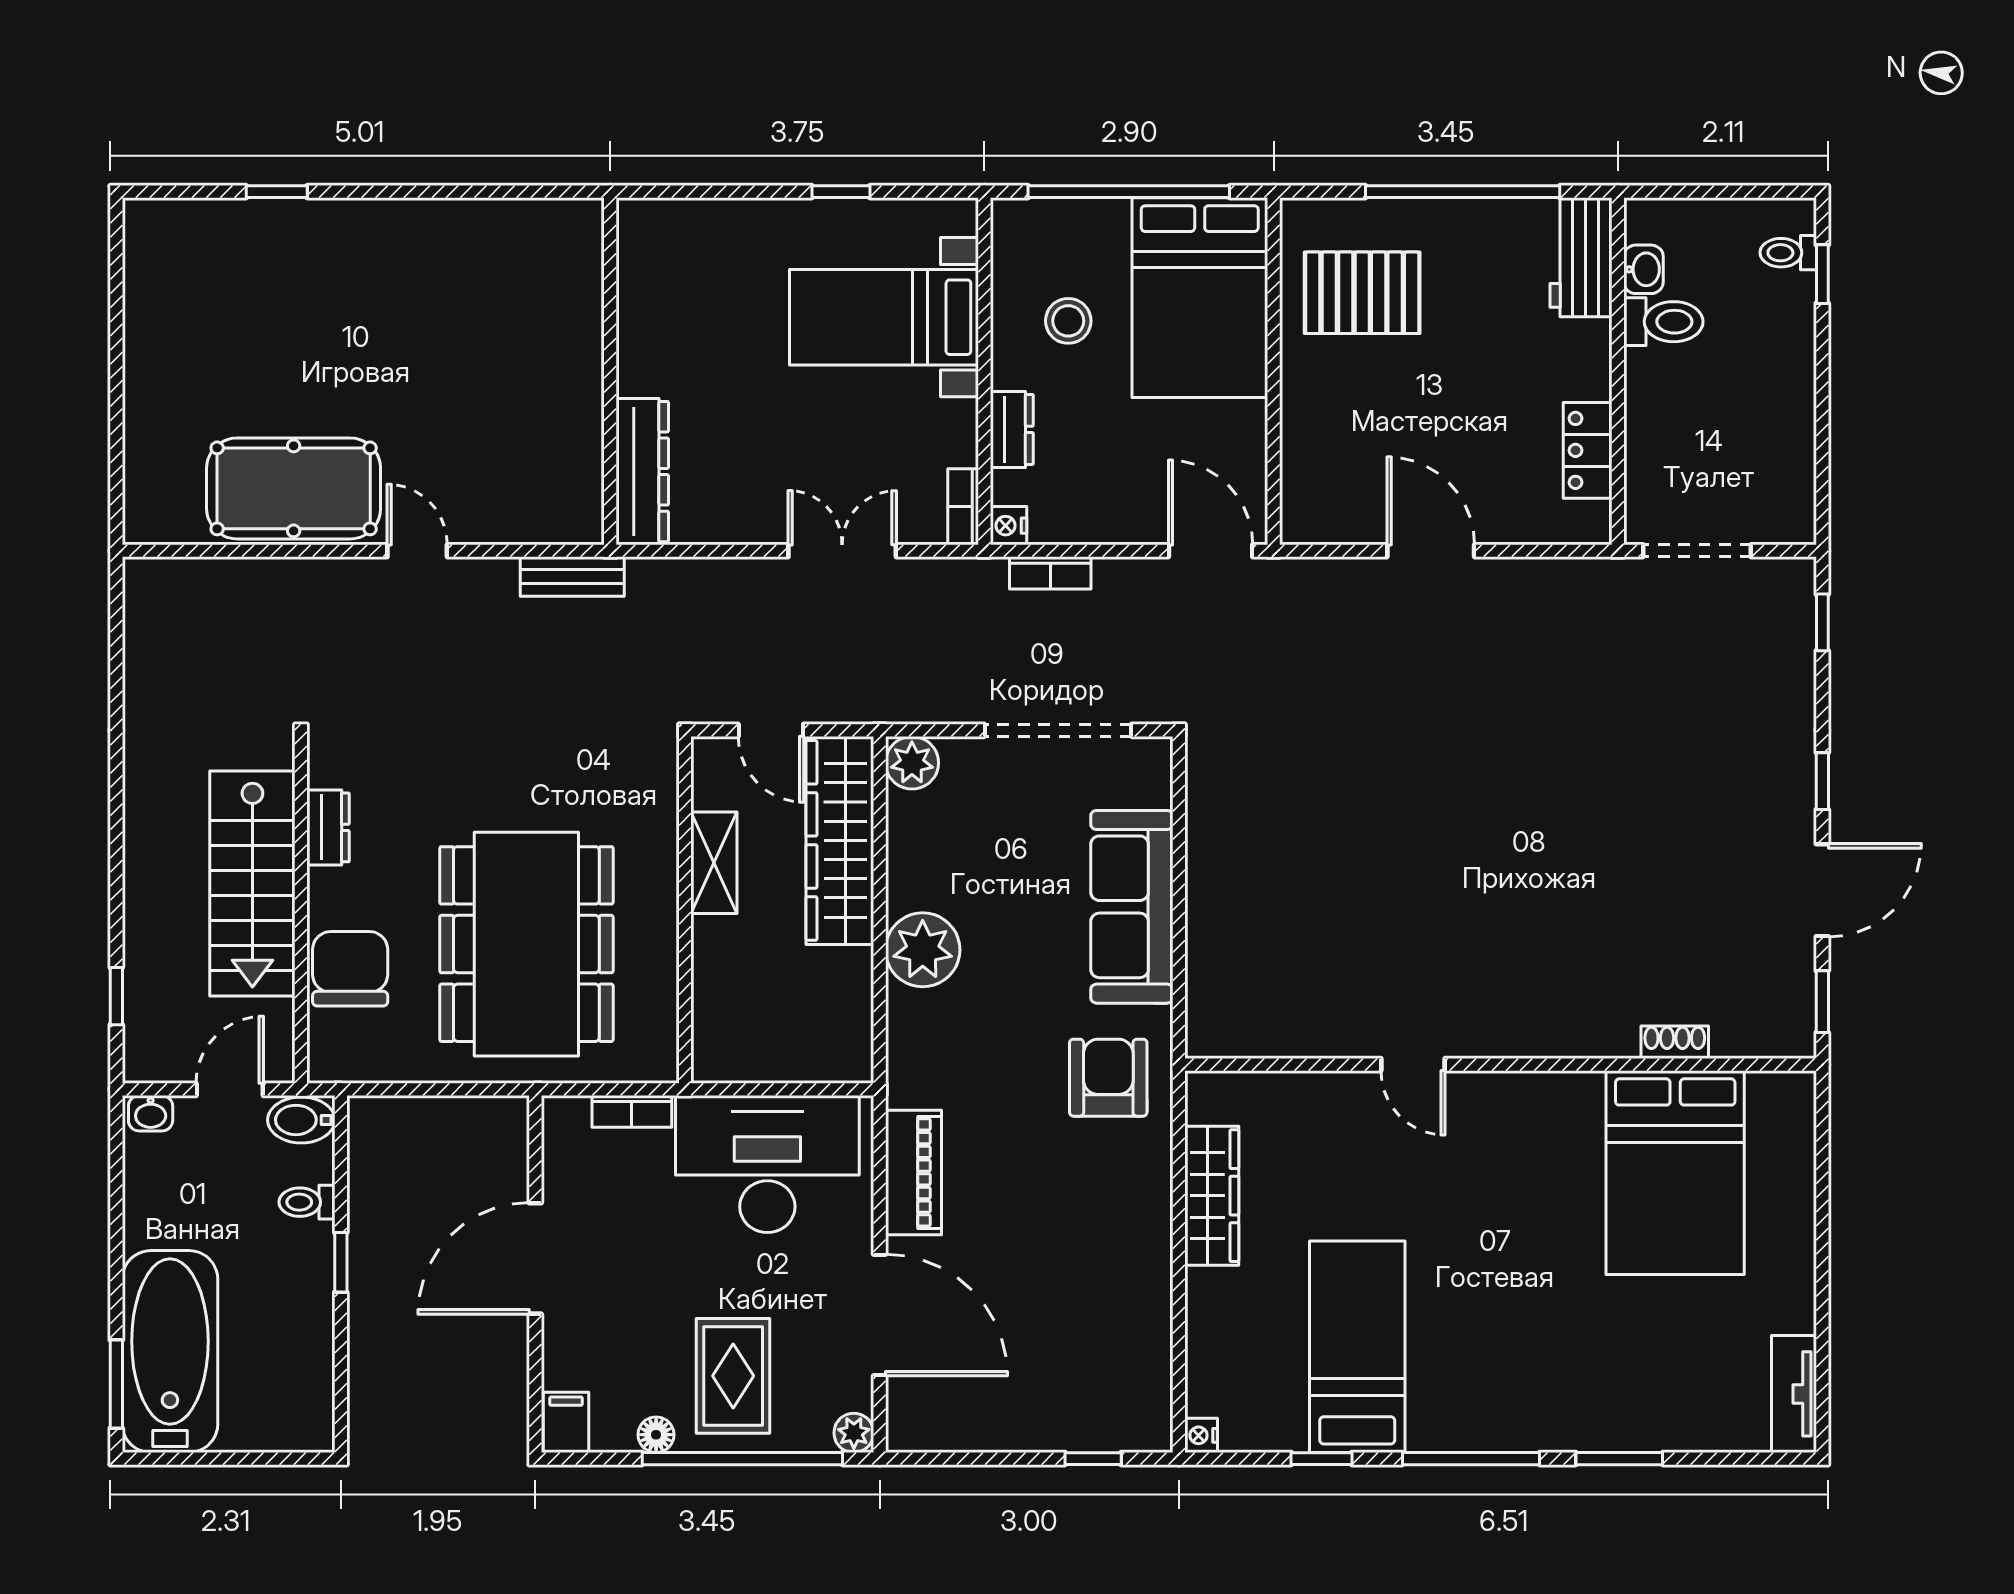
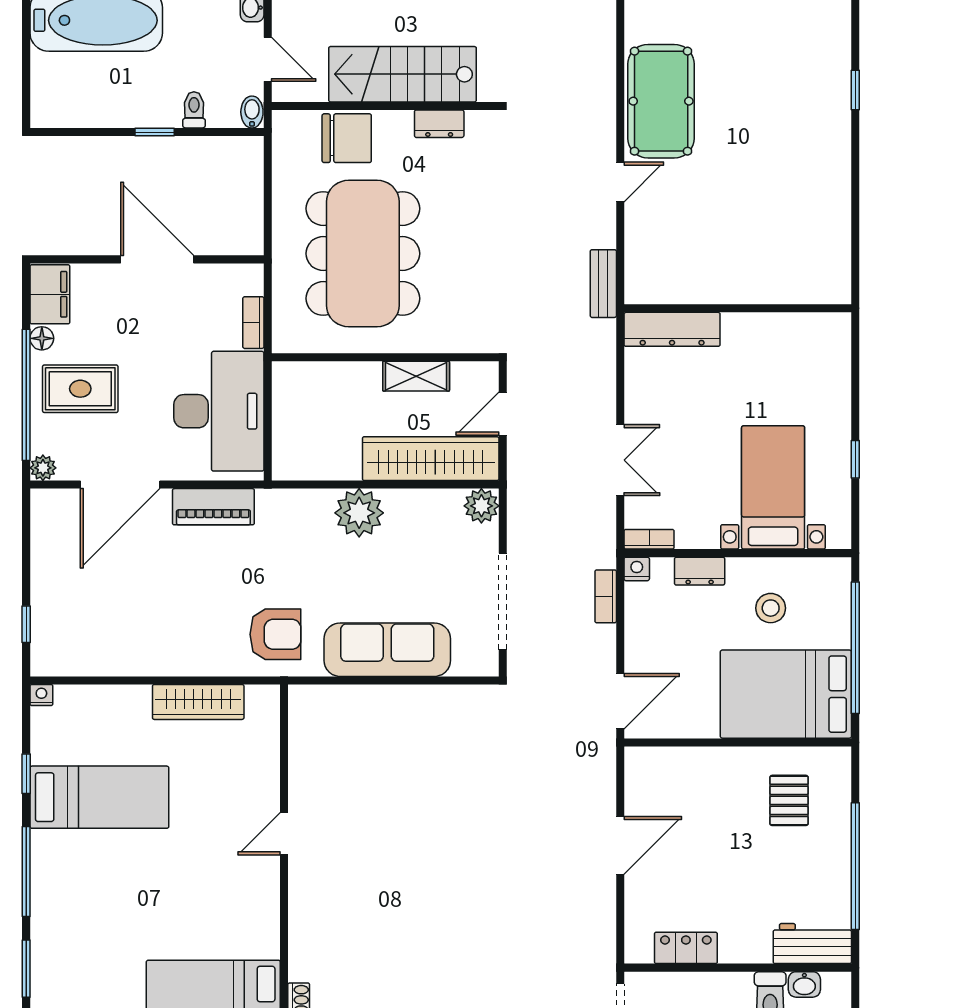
pallet: (1362, 293) -> (789, 800), width x0.67, depth x0.71
dining table: (526, 944) -> (363, 254), turned 90
bidet: (301, 1120) -> (252, 112), width x0.72, depth x0.74
filing cabinet: (566, 1422) -> (50, 294), width x2.00

